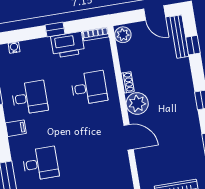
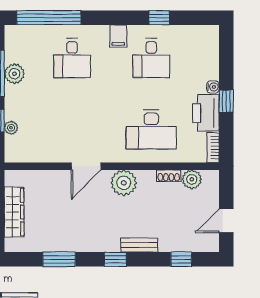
plant: (123, 35) -> (192, 179), moved
bench: (179, 37) -> (139, 245), moved, width x0.73
water cooler: (14, 48) -> (213, 87), moved
shoe rack: (128, 82) -> (169, 176), moved
desk: (89, 88) -> (151, 129), width x1.37

